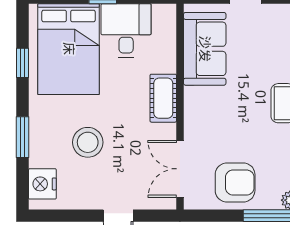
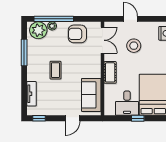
stool: (88, 142) -> (134, 46), moved

